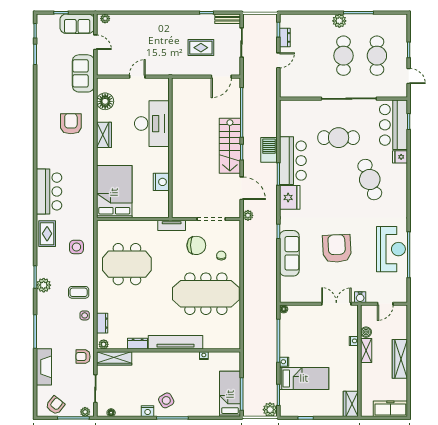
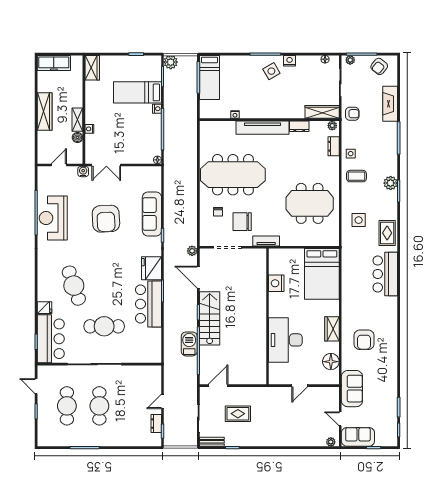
plant: (339, 21) -> (103, 440), removed
barbecue: (269, 150) -> (189, 344), moved, turned 180

